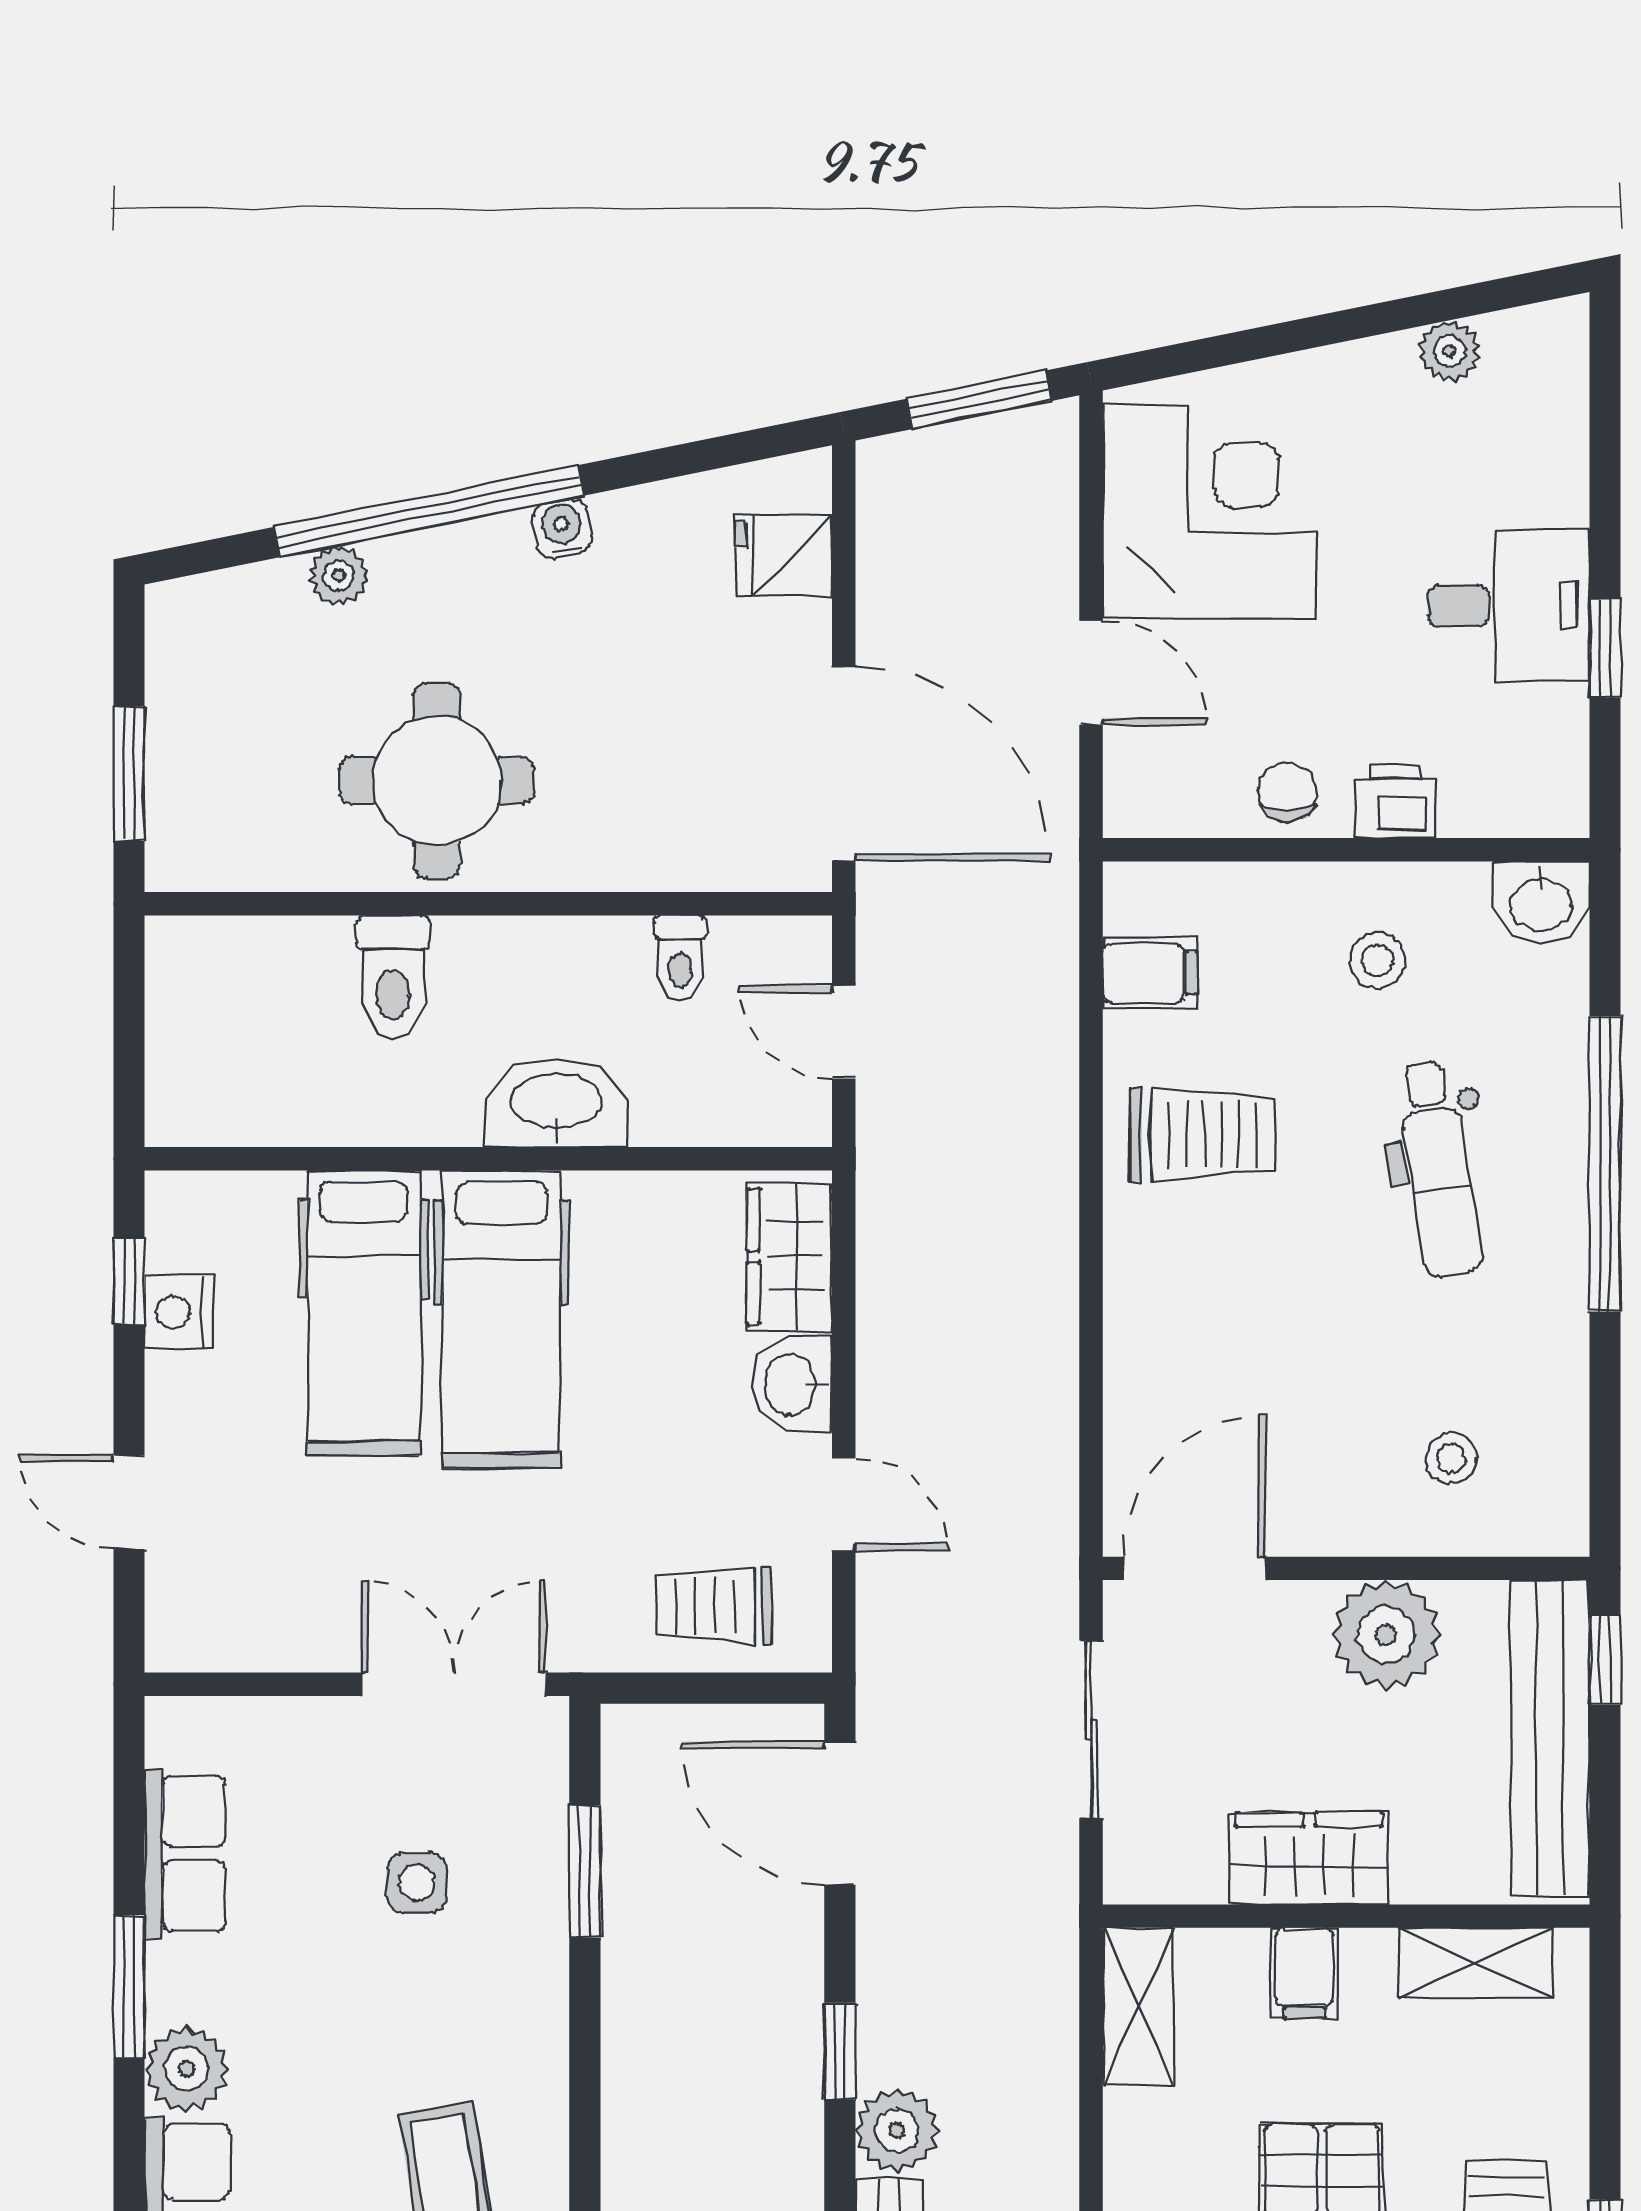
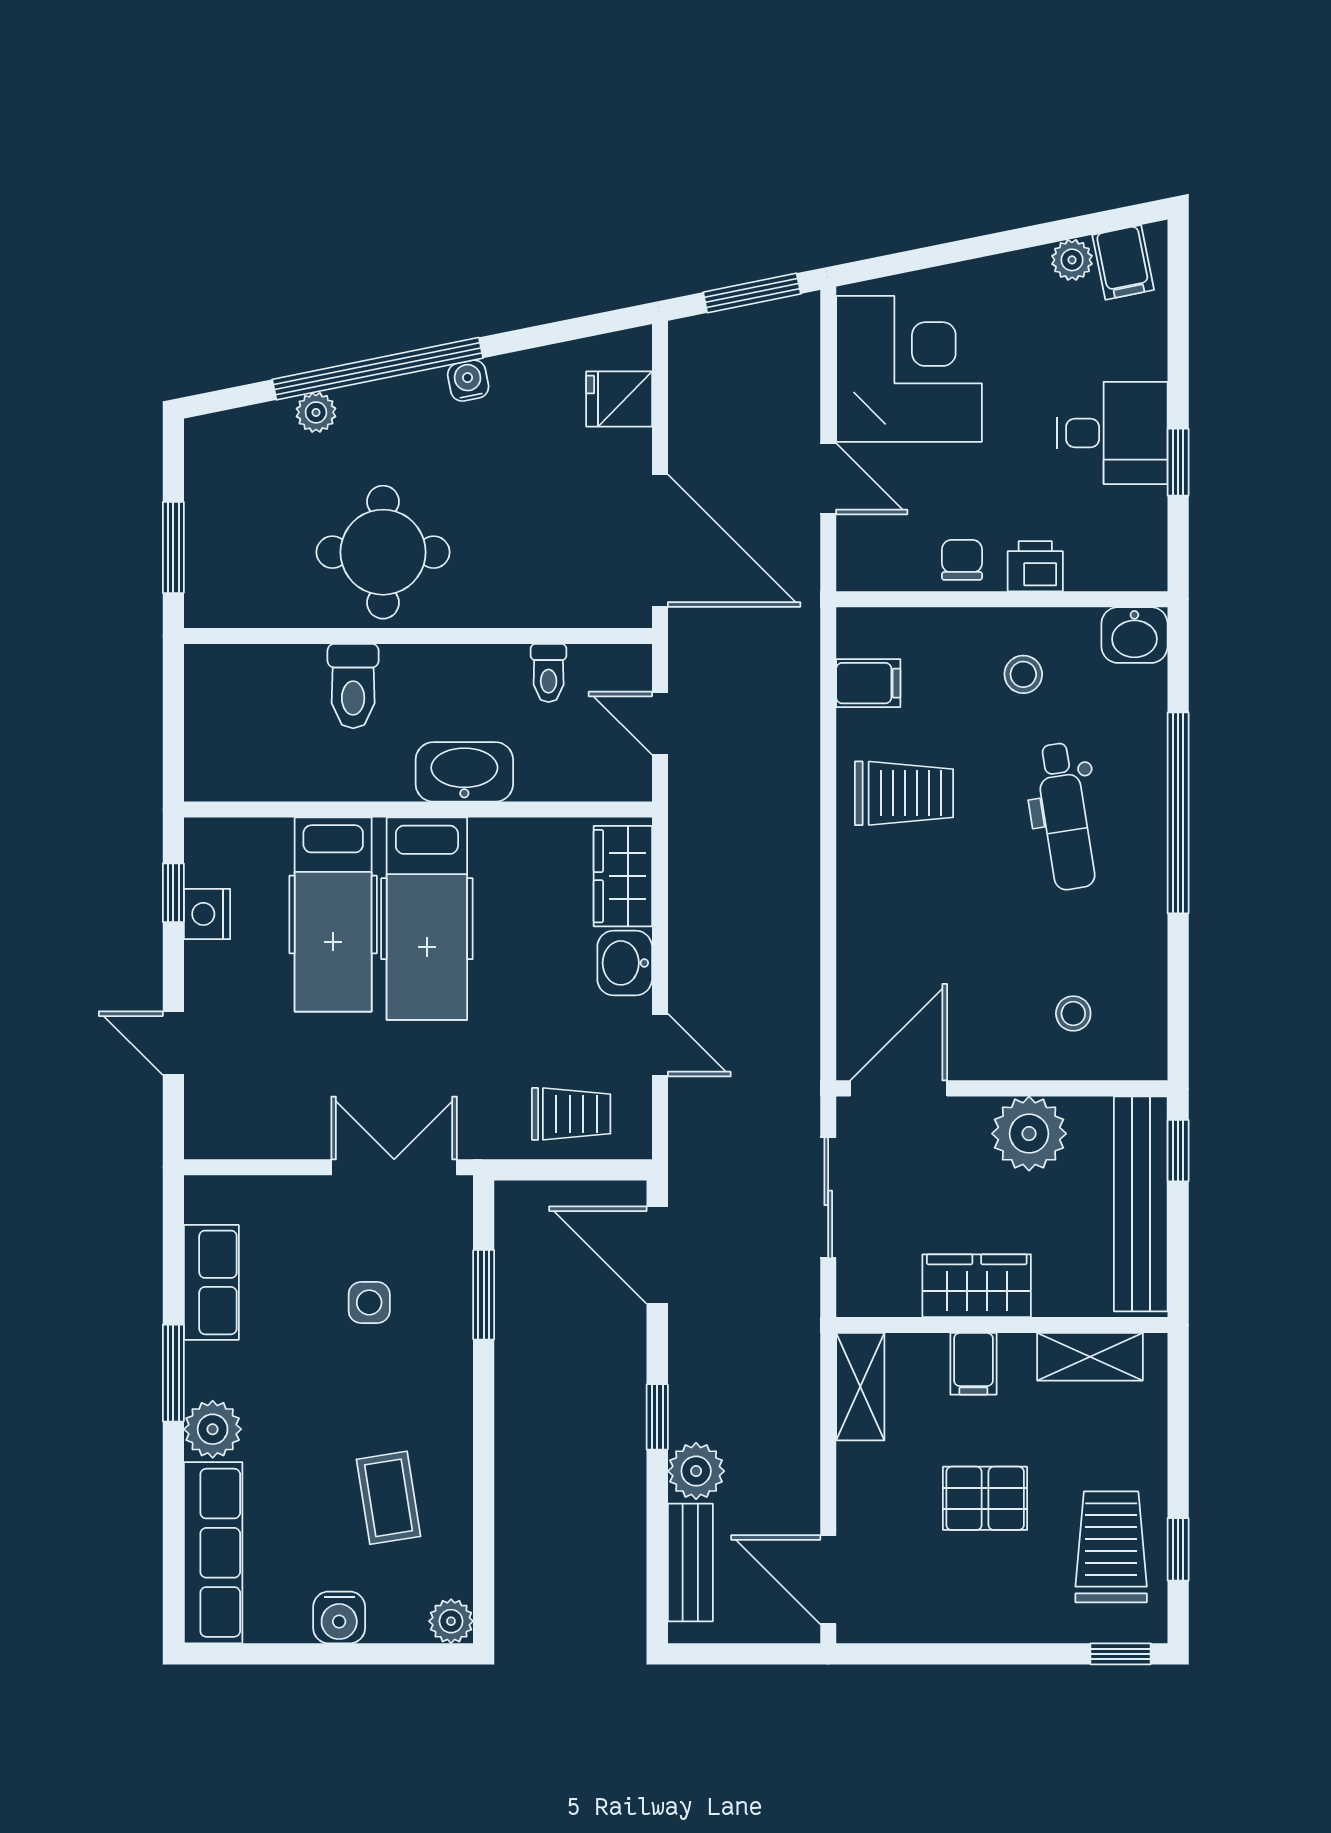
filing cabinet: (1524, 355) -> (1123, 262), added
trolley: (713, 1606) -> (571, 1114), turned 180

